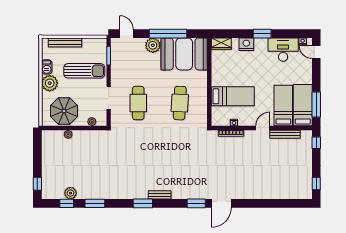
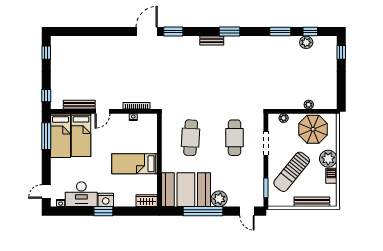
nightstand: (246, 44) -> (106, 200), moved
door: (316, 52) -> (46, 192), swing flipped
sun lounger: (84, 71) -> (292, 172), turned -51
bed: (233, 96) -> (134, 164), moved

